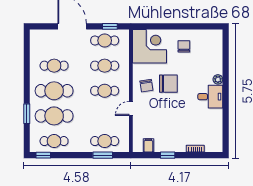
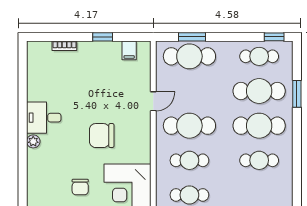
chair: (146, 86) -> (132, 133), removed
cafe table: (105, 91) -> (189, 126), width x1.37, depth x1.35
cafe table: (105, 141) -> (189, 56), width x1.37, depth x1.35

